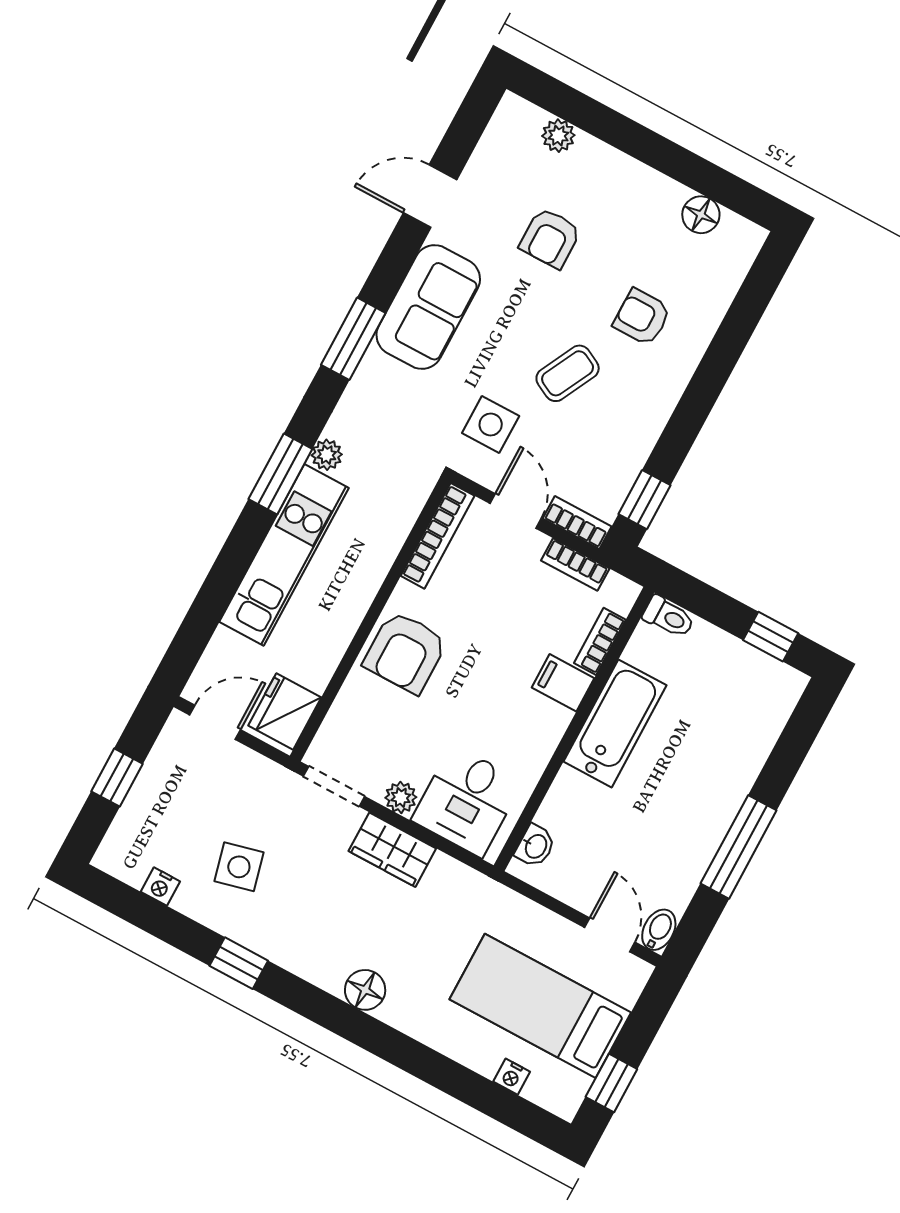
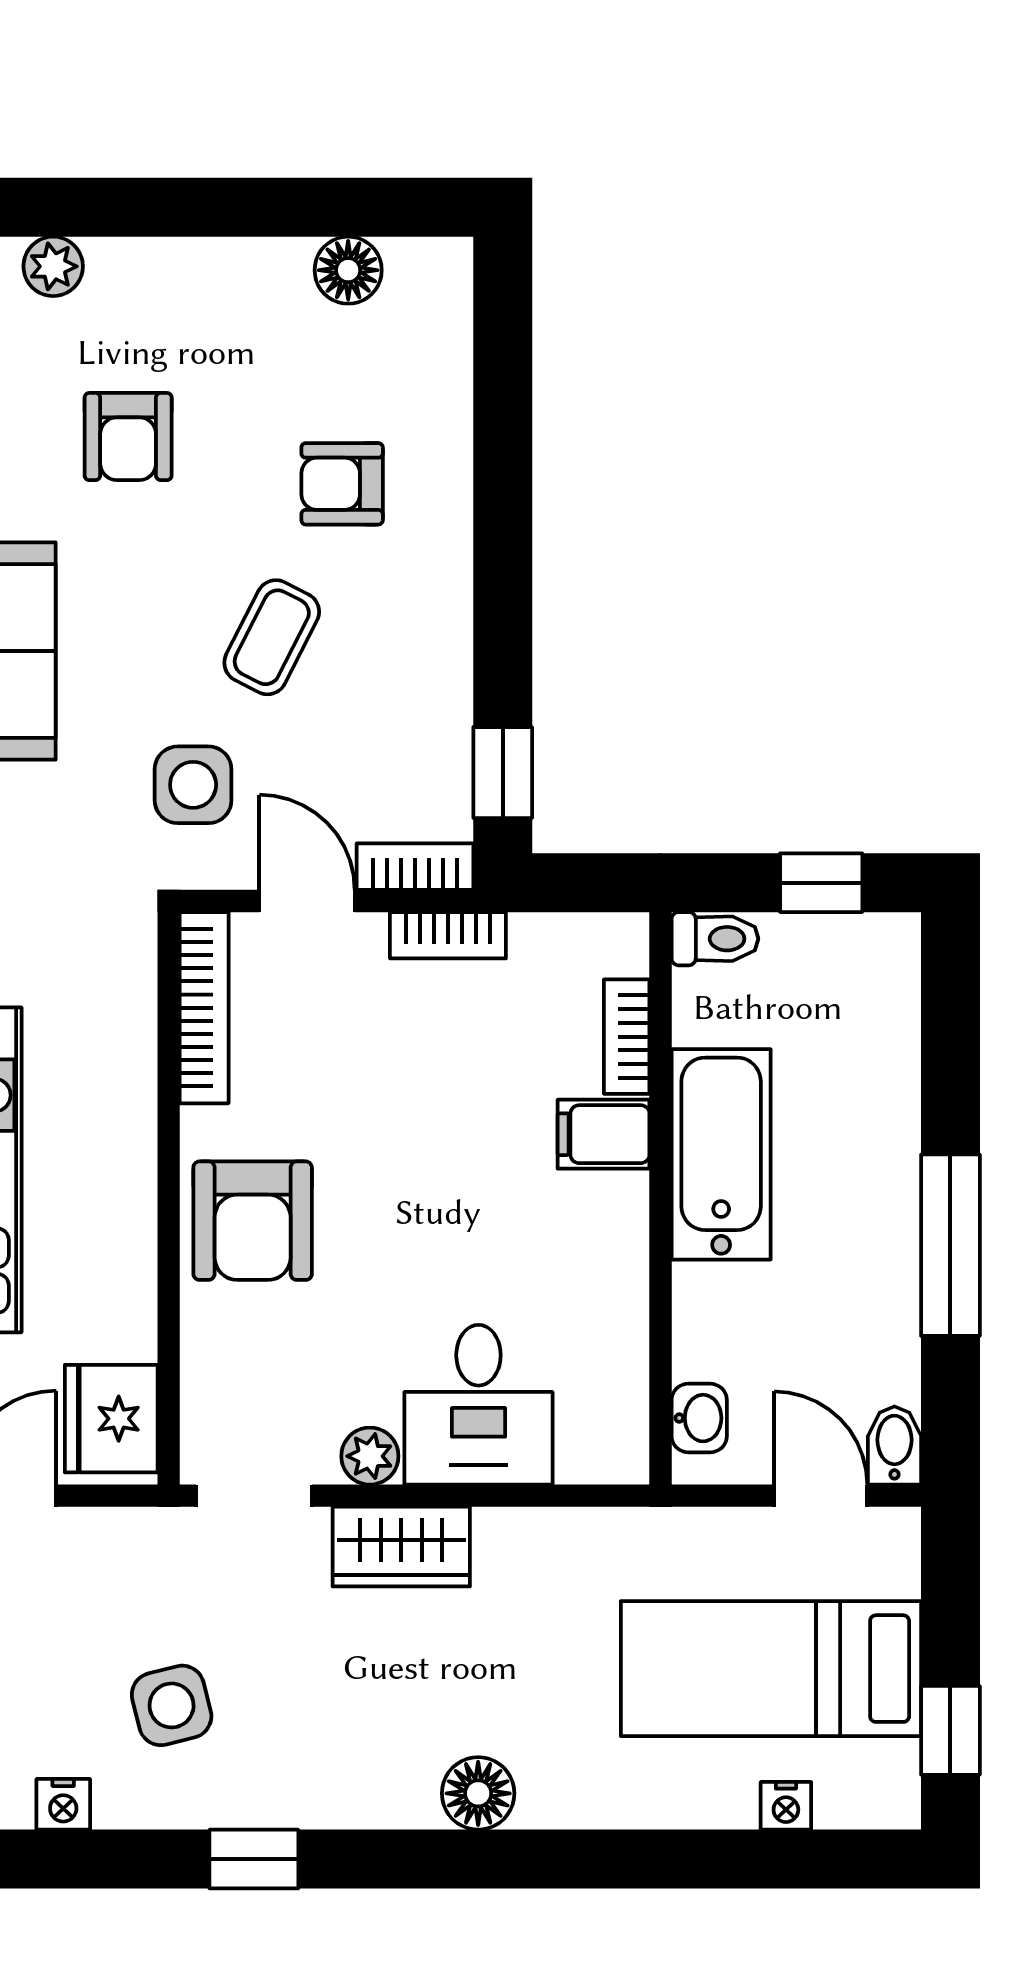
toilet: (668, 617) -> (715, 939), moved
bookcase: (600, 641) -> (627, 1037), moved
filing cabinet: (563, 683) -> (603, 1134), moved
bathtub: (615, 723) -> (721, 1154), moved
wall: (574, 729) -> (660, 1198), moved
washbasin: (535, 846) -> (699, 1418), moved

